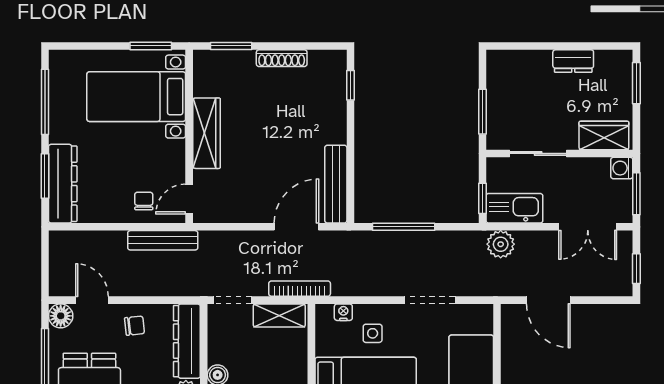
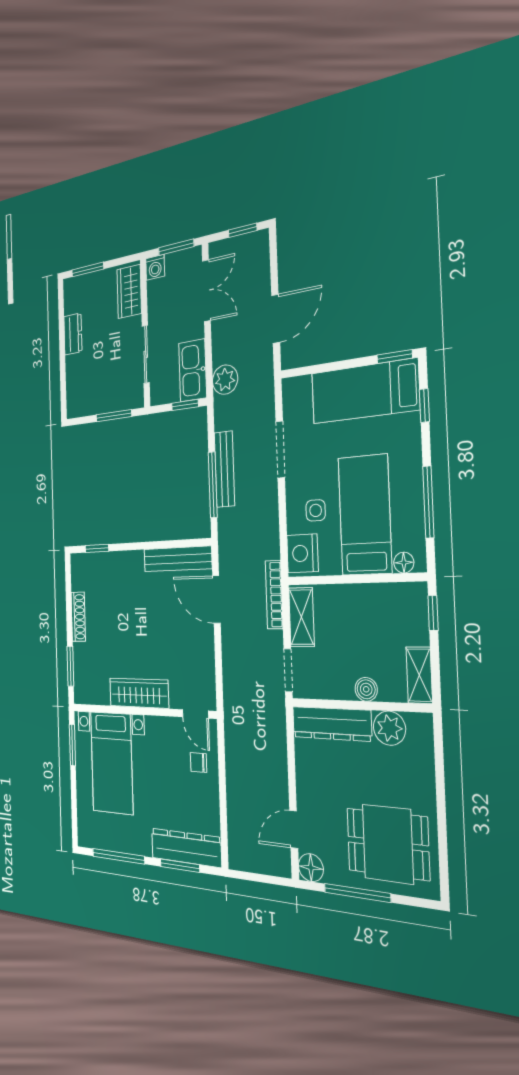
bench: (163, 240) -> (224, 469), moved
nightstand: (343, 312) -> (302, 553), width x1.89, depth x1.79
chair: (135, 326) -> (318, 783), removed

